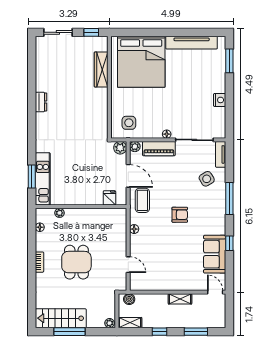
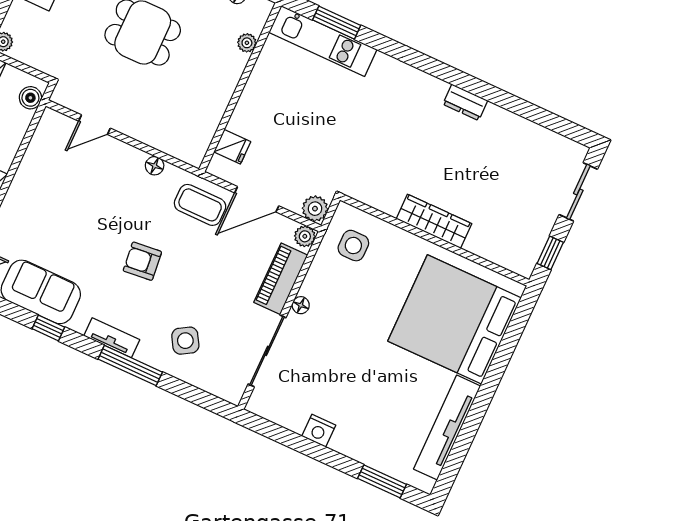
wardrobe: (101, 70) -> (434, 221), moved
tv unit: (221, 154) -> (112, 338), moved
armchair: (180, 215) -> (142, 261), turned 84

